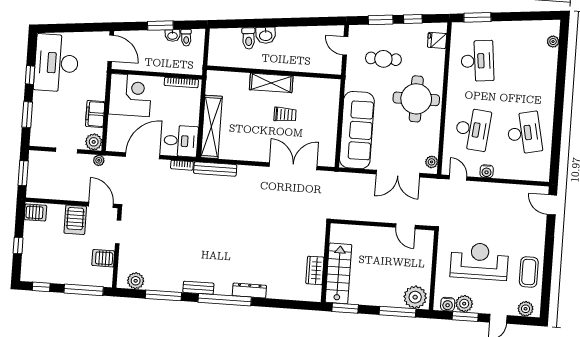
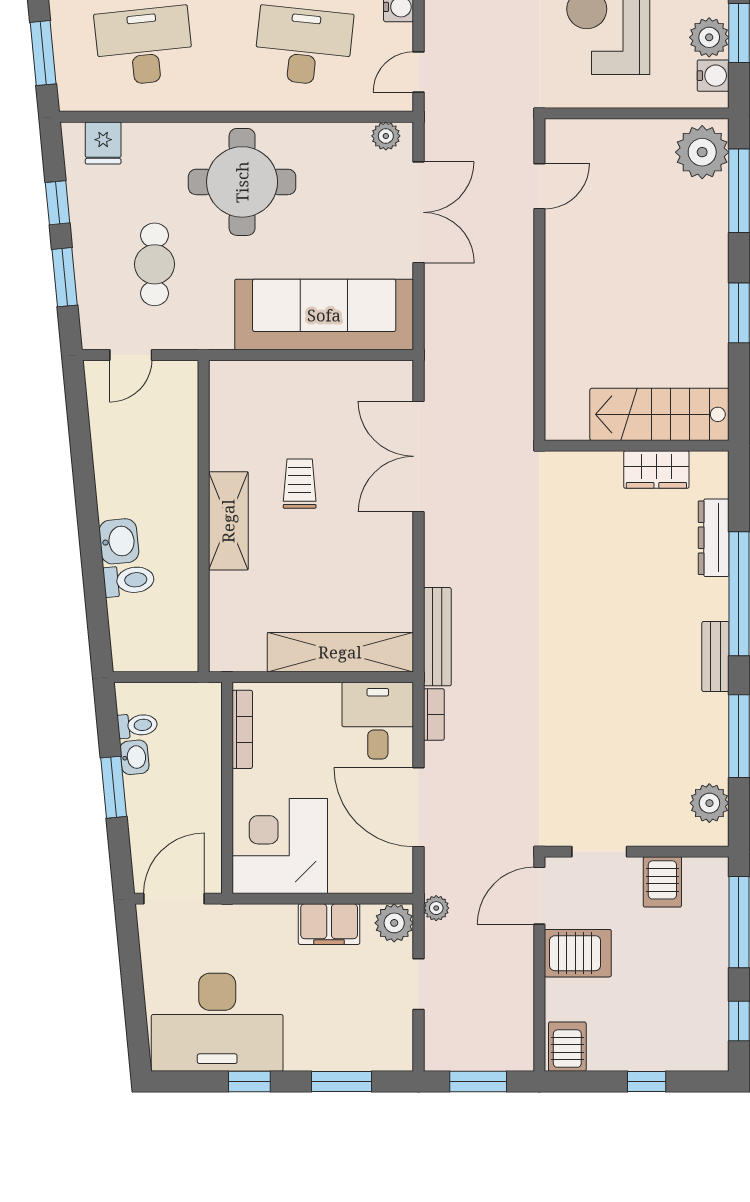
wall: (326, 263) -> (637, 446), moved
wardrobe: (315, 270) -> (656, 470), moved
stairs: (338, 273) -> (659, 414), moved

